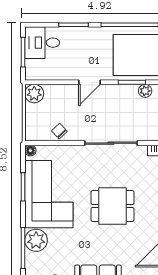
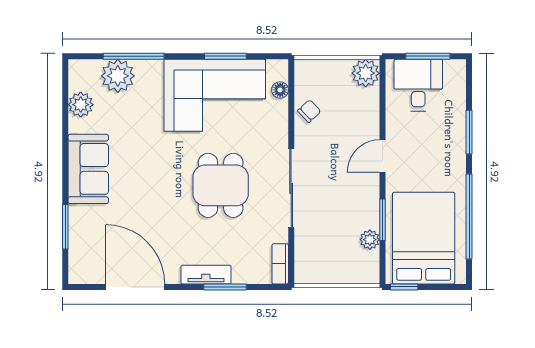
desk: (42, 43) -> (418, 85), moved
door: (89, 82) -> (383, 156), hinge flipped
floor lamp: (30, 151) -> (280, 90), moved
dining table: (112, 206) -> (221, 185), moved
plant: (36, 240) -> (118, 76), moved

